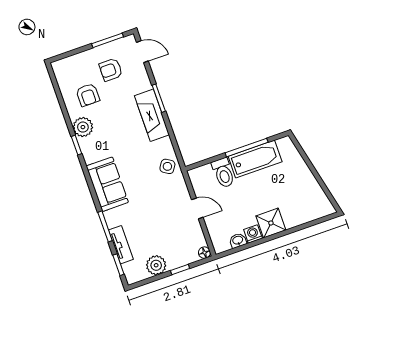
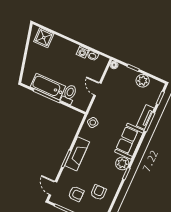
plant: (83, 127) -> (122, 163), moved
shower: (271, 223) -> (44, 38), moved
tv unit: (121, 245) -> (145, 117), moved

